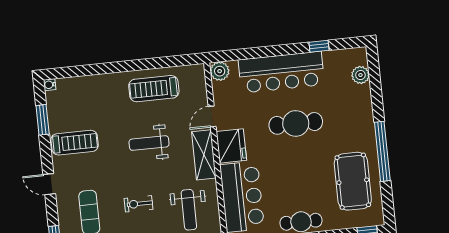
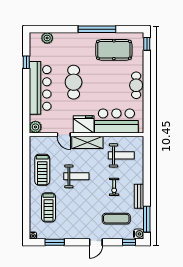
treadmill: (75, 143) -> (48, 207), moved, turned 180
weight bench: (149, 143) -> (76, 176), turned -90

